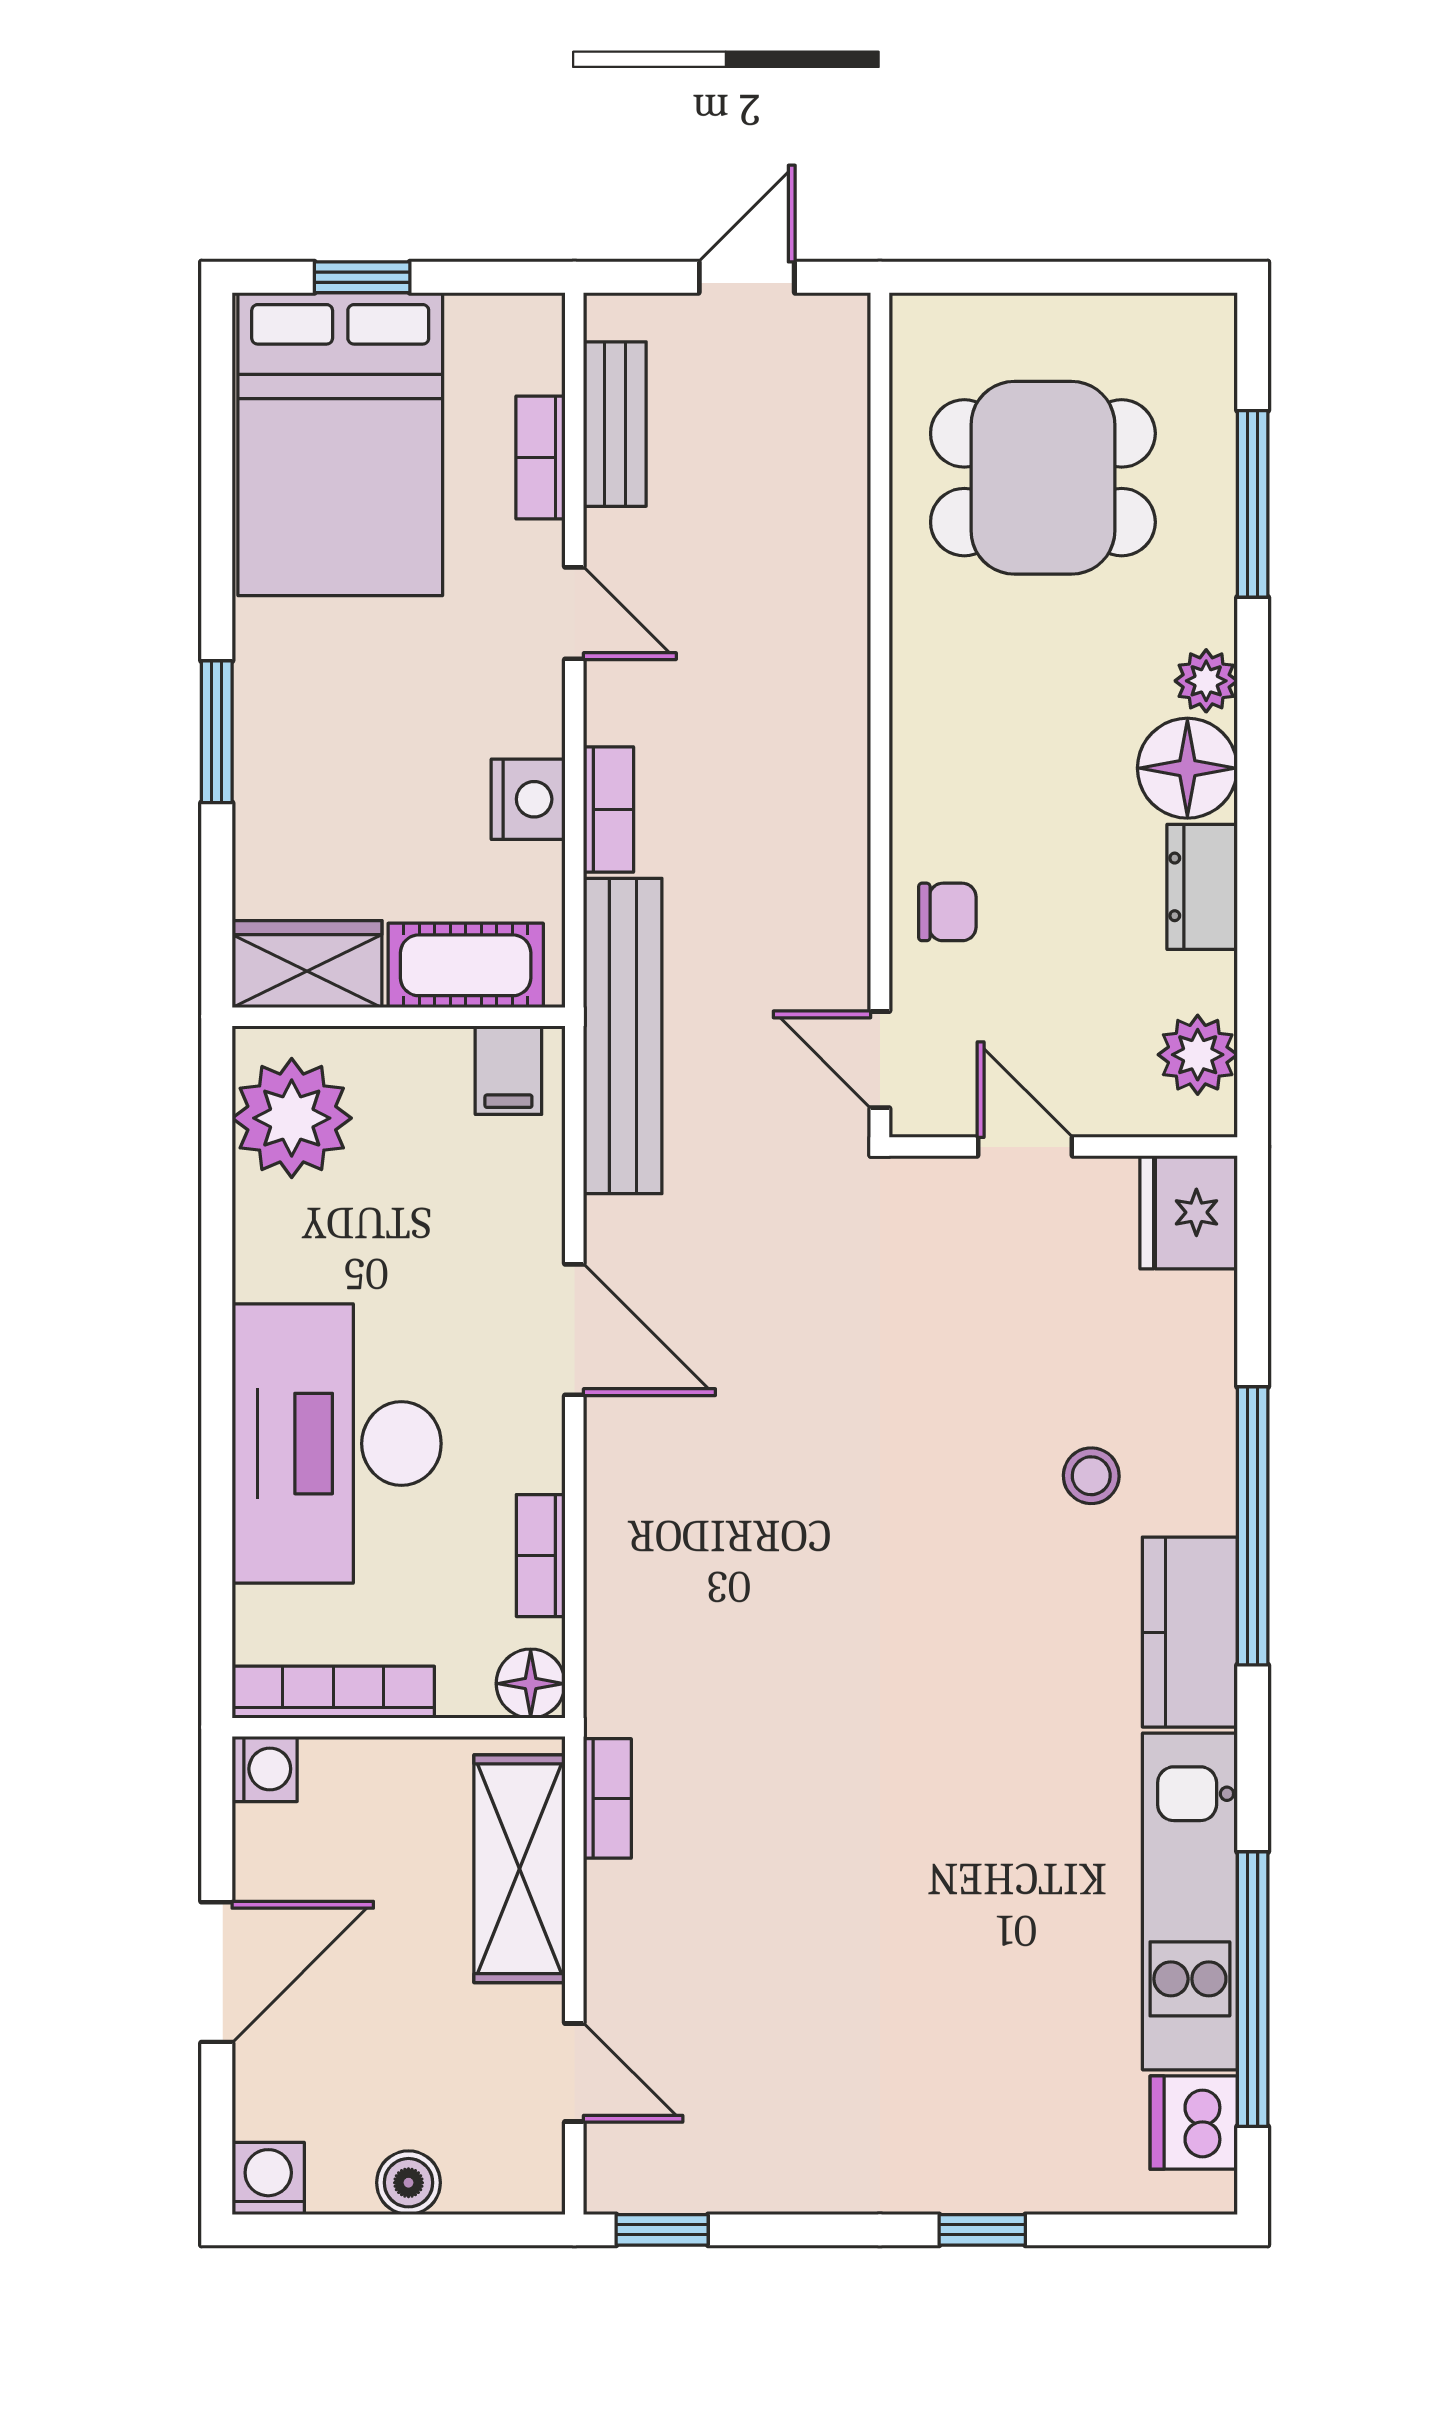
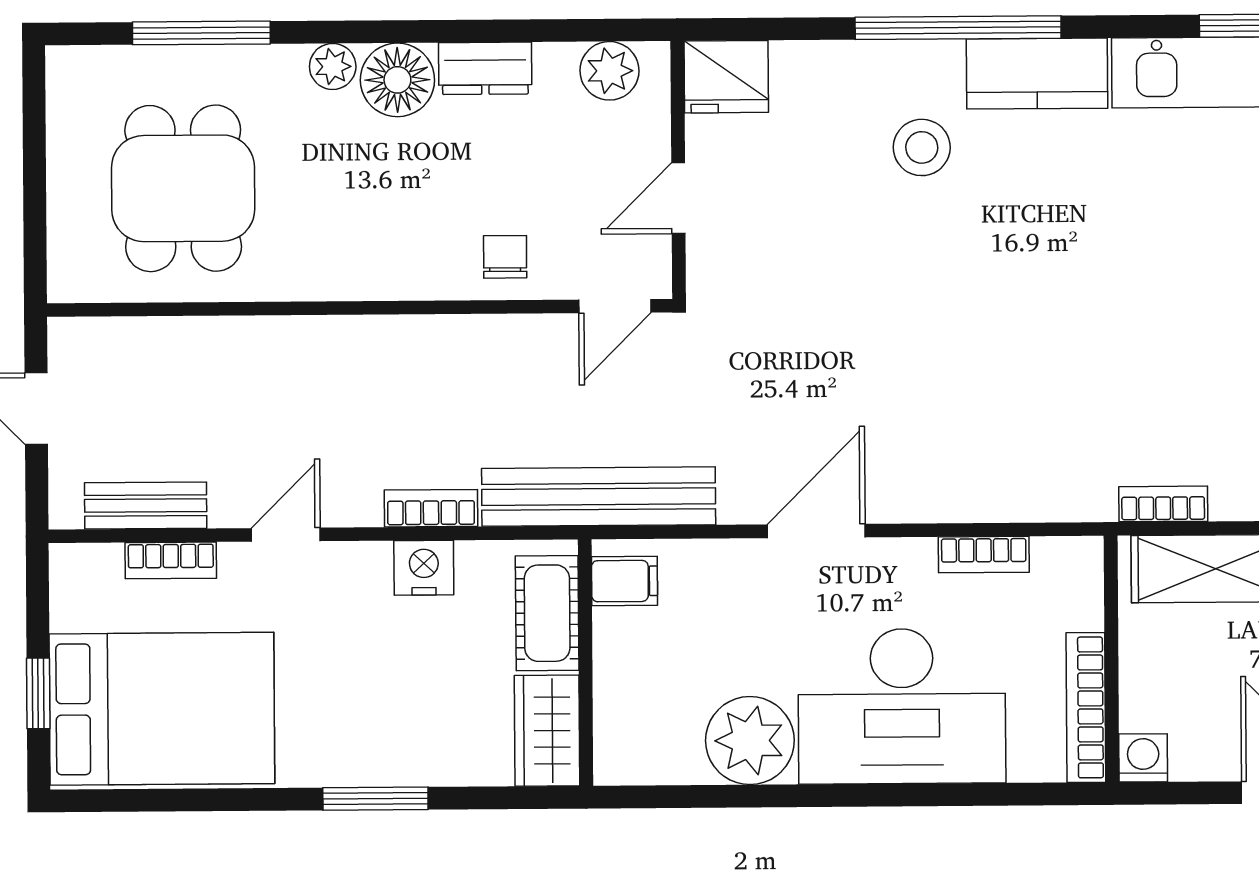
plant: (292, 1118) -> (750, 741), moved
stool: (1091, 1476) -> (922, 147), width x1.37, depth x1.37
floor lamp: (531, 1684) -> (1078, 561), removed

